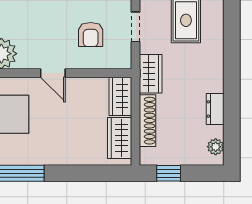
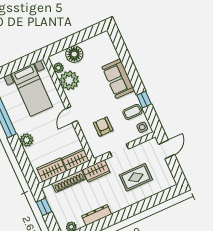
armchair: (91, 35) -> (103, 127), turned 90
dresser: (215, 109) -> (97, 215), width x1.44
plant: (60, 155) -> (27, 140), added

